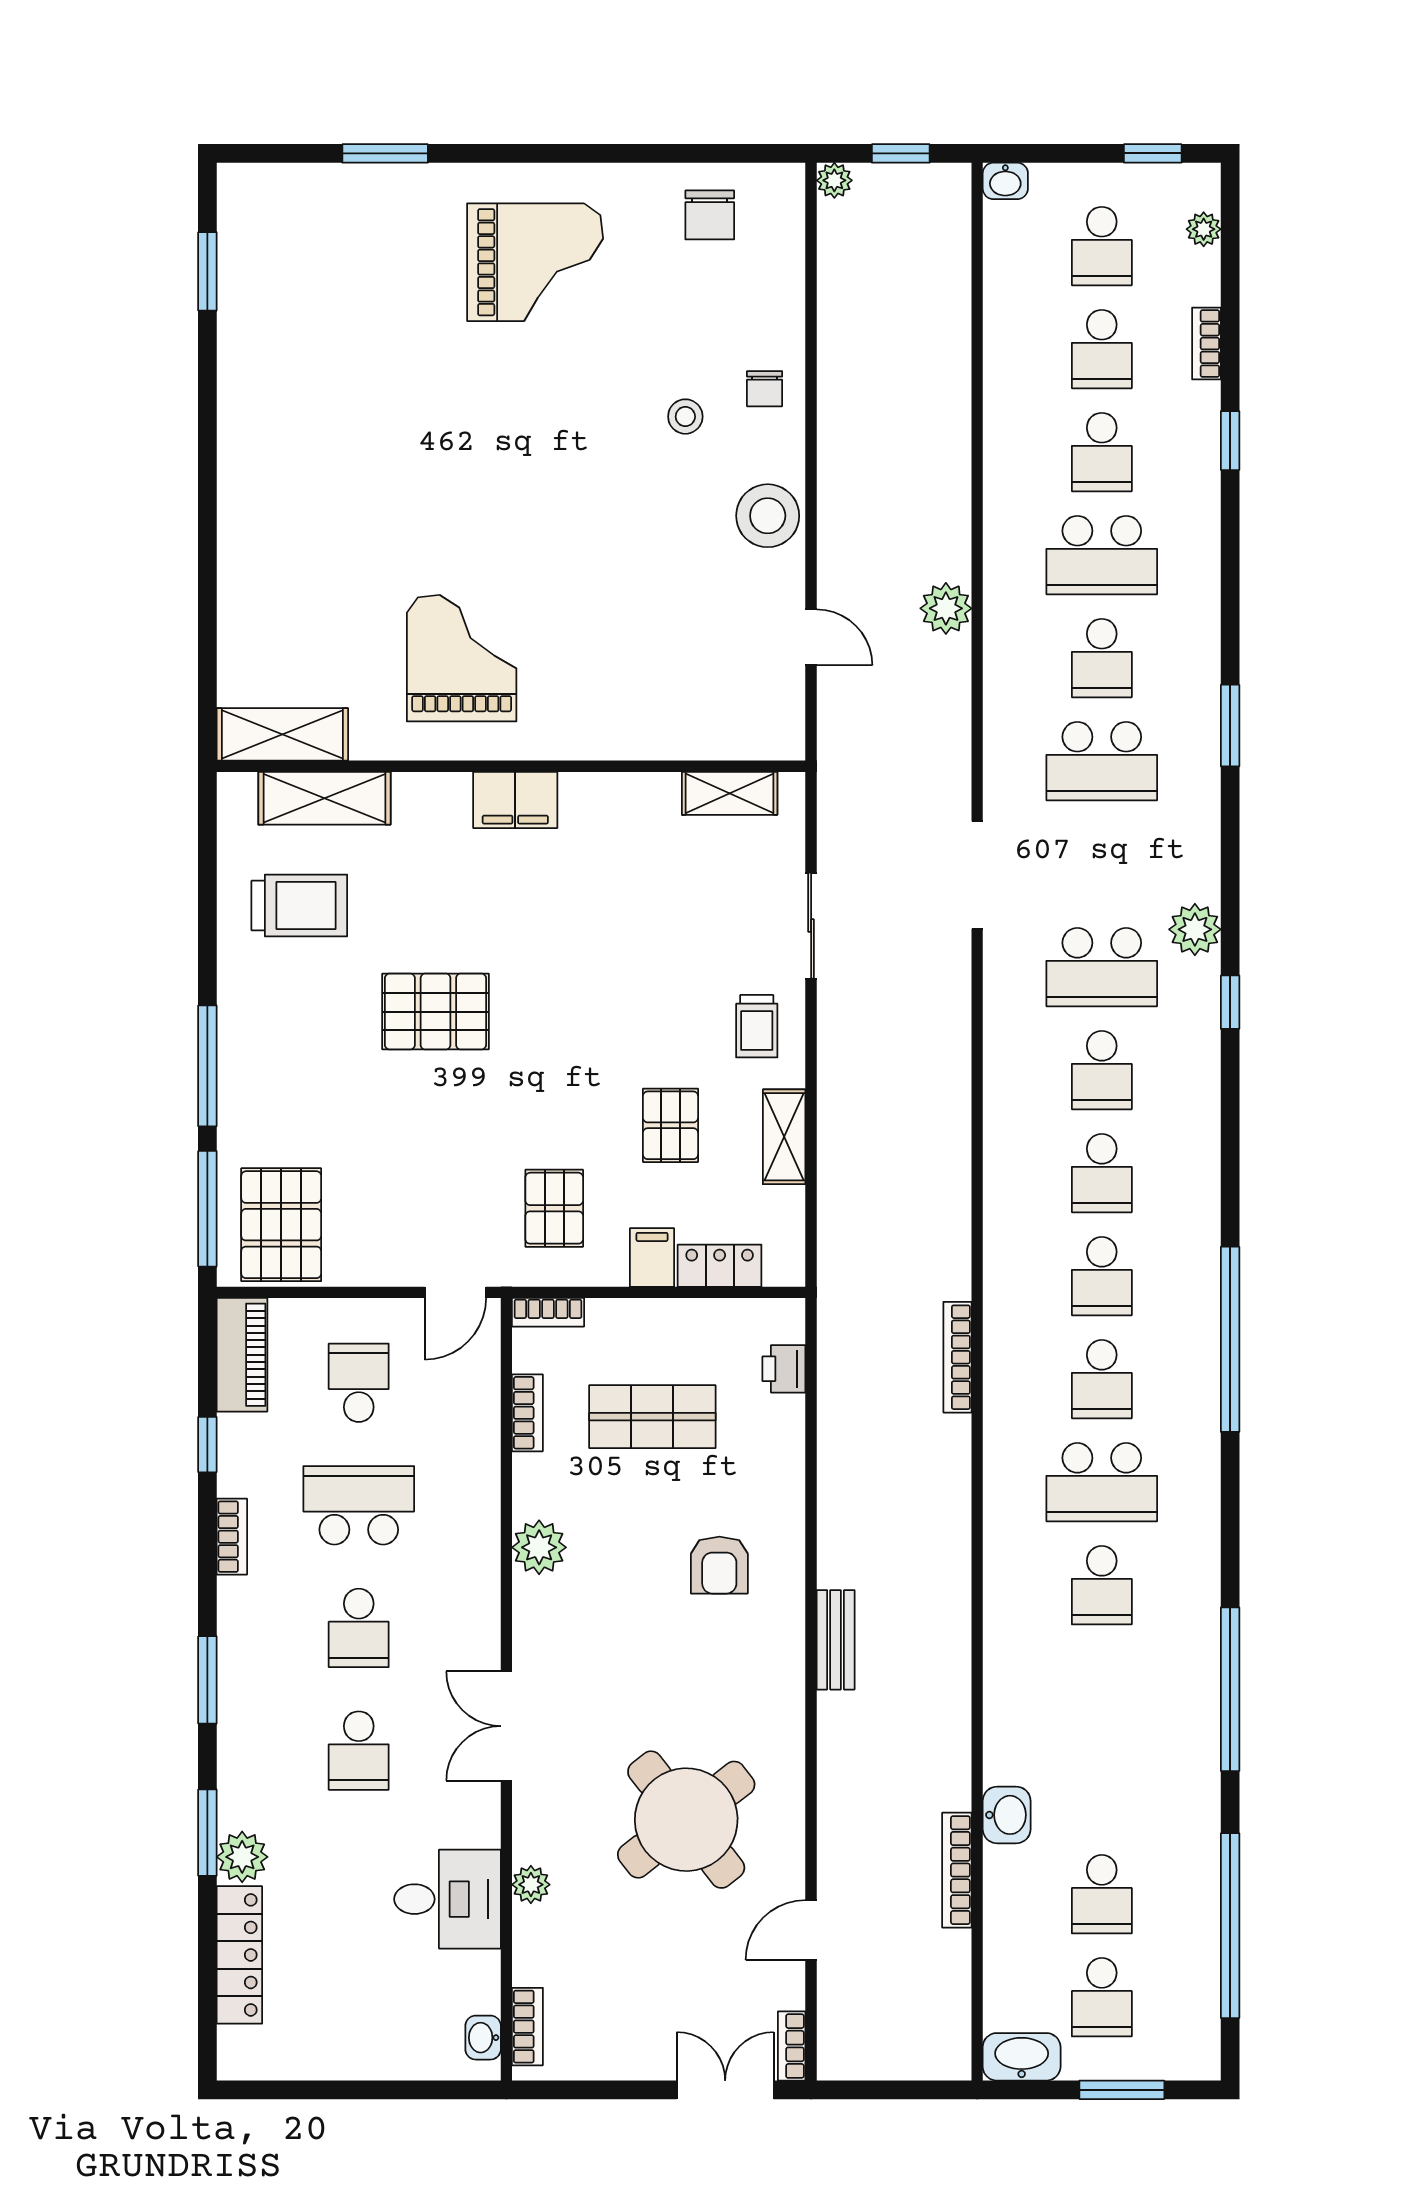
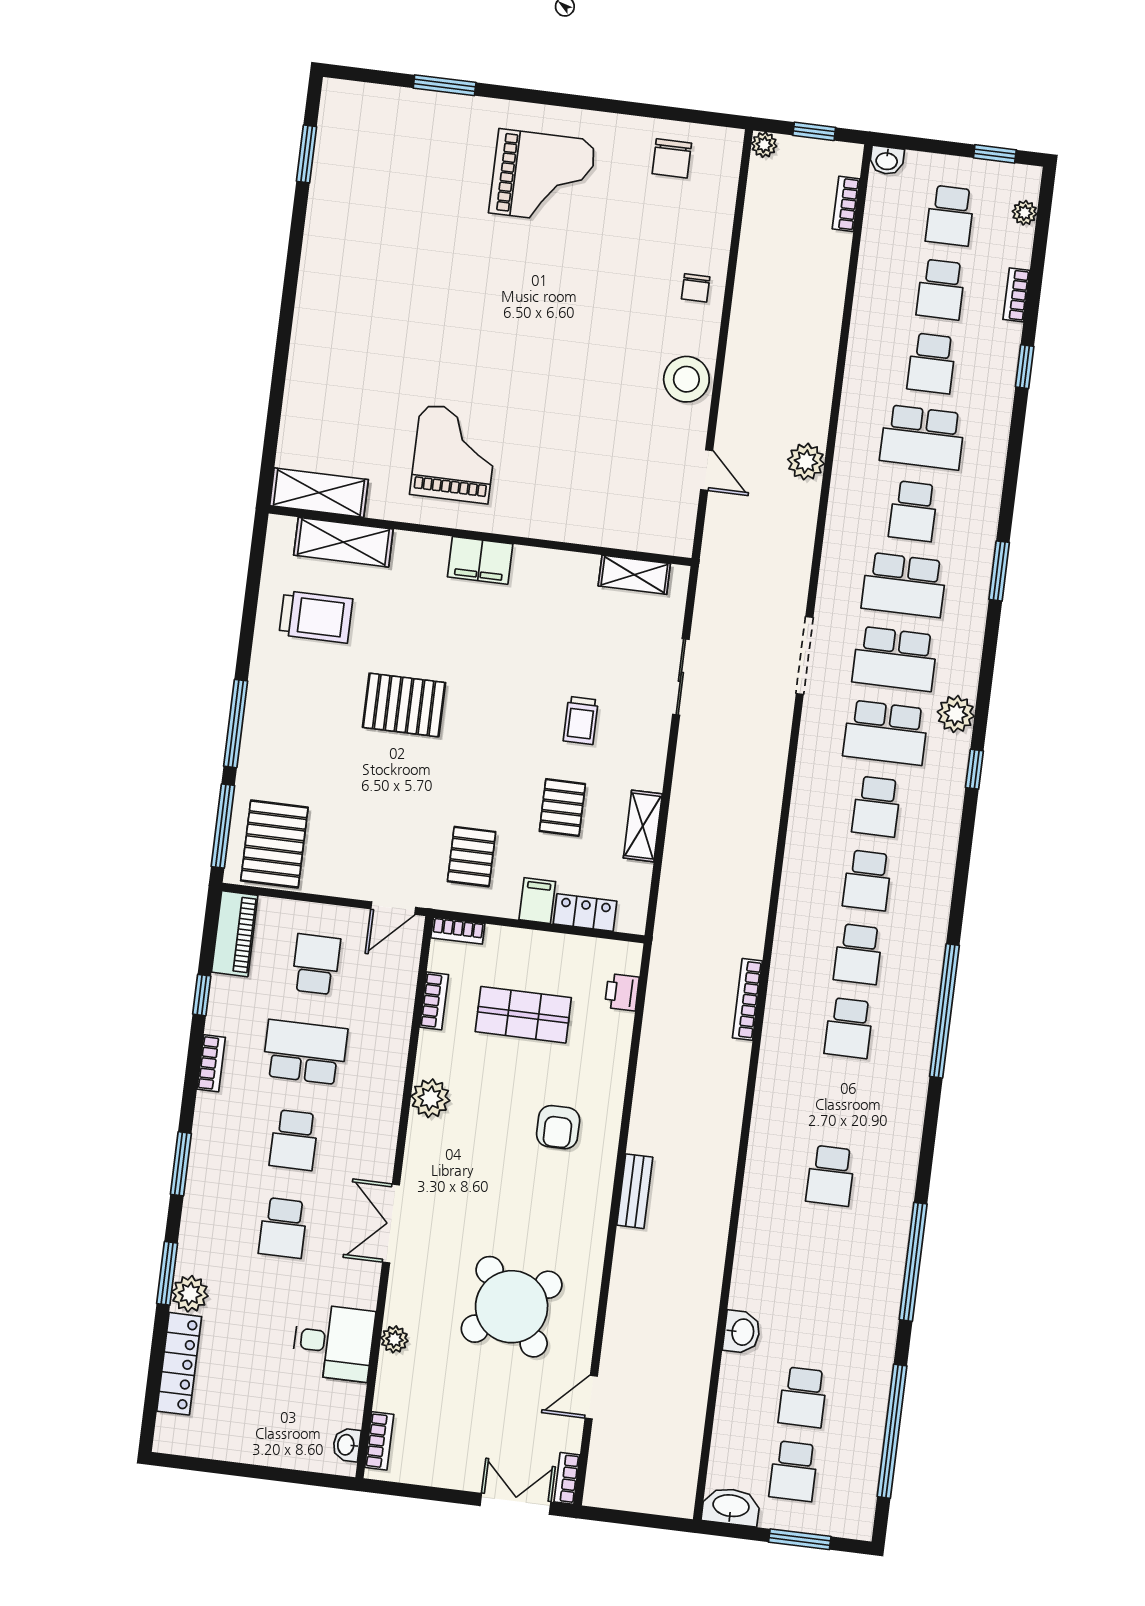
stool: (685, 417) -> (636, 301), removed
trolley: (757, 1026) -> (581, 720), moved
school desk: (1102, 1482) -> (895, 659), moved
bookcase: (957, 1870) -> (846, 204), moved, width x0.64

